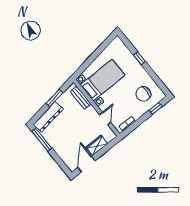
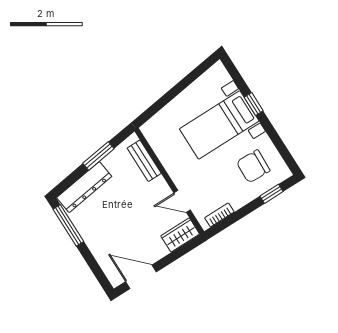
bed with nightstands: (103, 80) -> (219, 125), moved, turned 180
door: (105, 119) -> (182, 201), swing flipped
wardrobe: (97, 145) -> (180, 235), moved
door: (87, 164) -> (141, 277), hinge flipped

